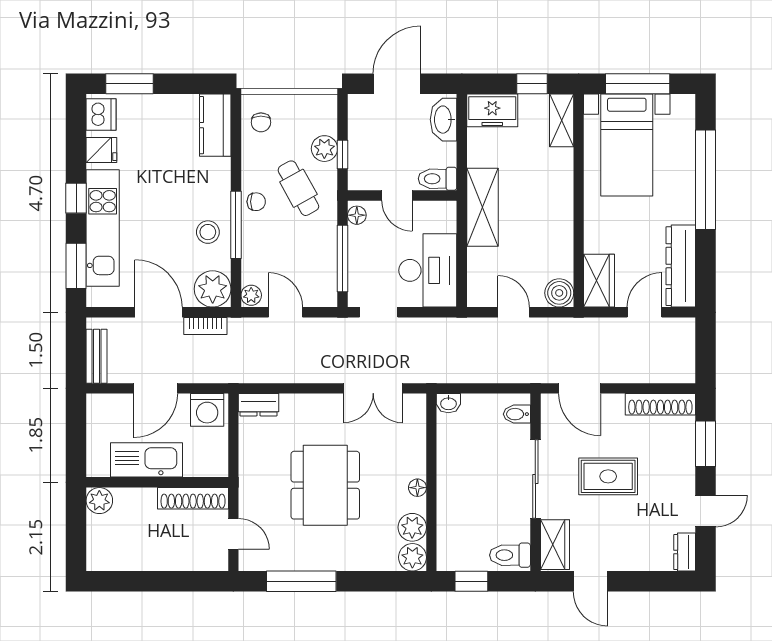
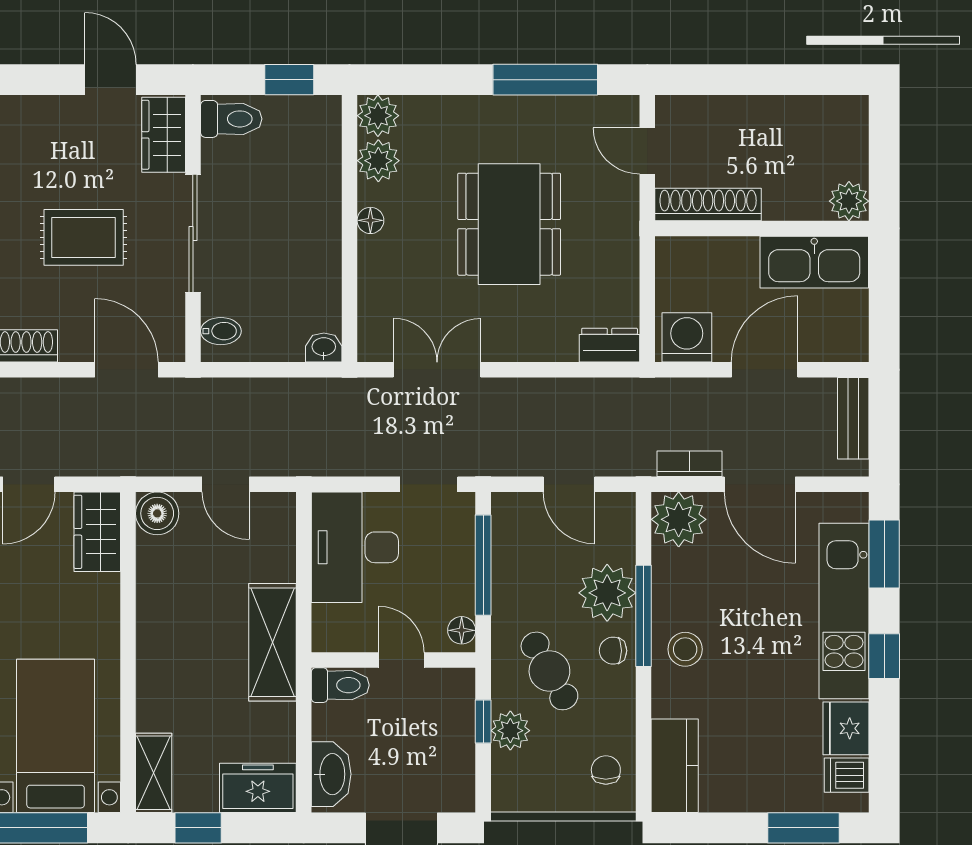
dishwasher: (101, 115) -> (847, 775), width x0.73
fridge: (101, 150) -> (846, 728), width x1.38
stool: (208, 232) -> (685, 649), moved
plant: (251, 295) -> (607, 593), moved, width x1.87, depth x1.87
kitchen sink: (146, 460) -> (814, 262), moved

